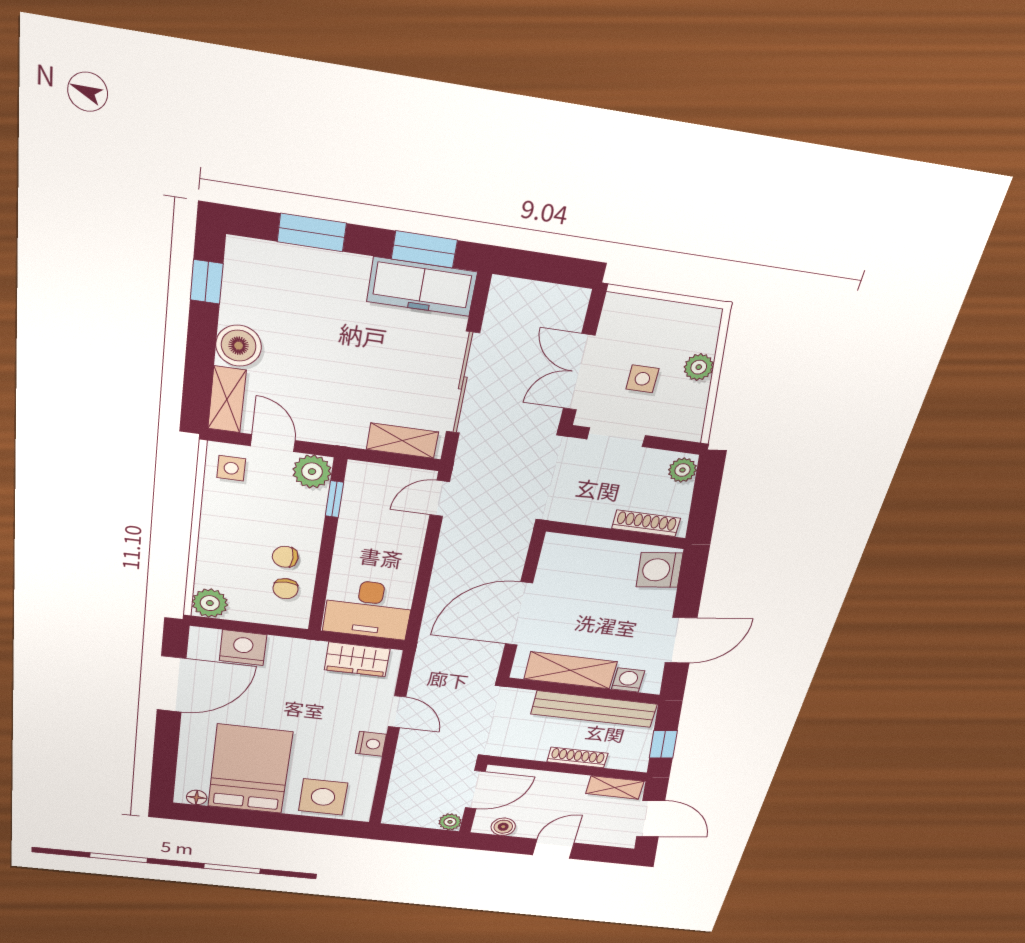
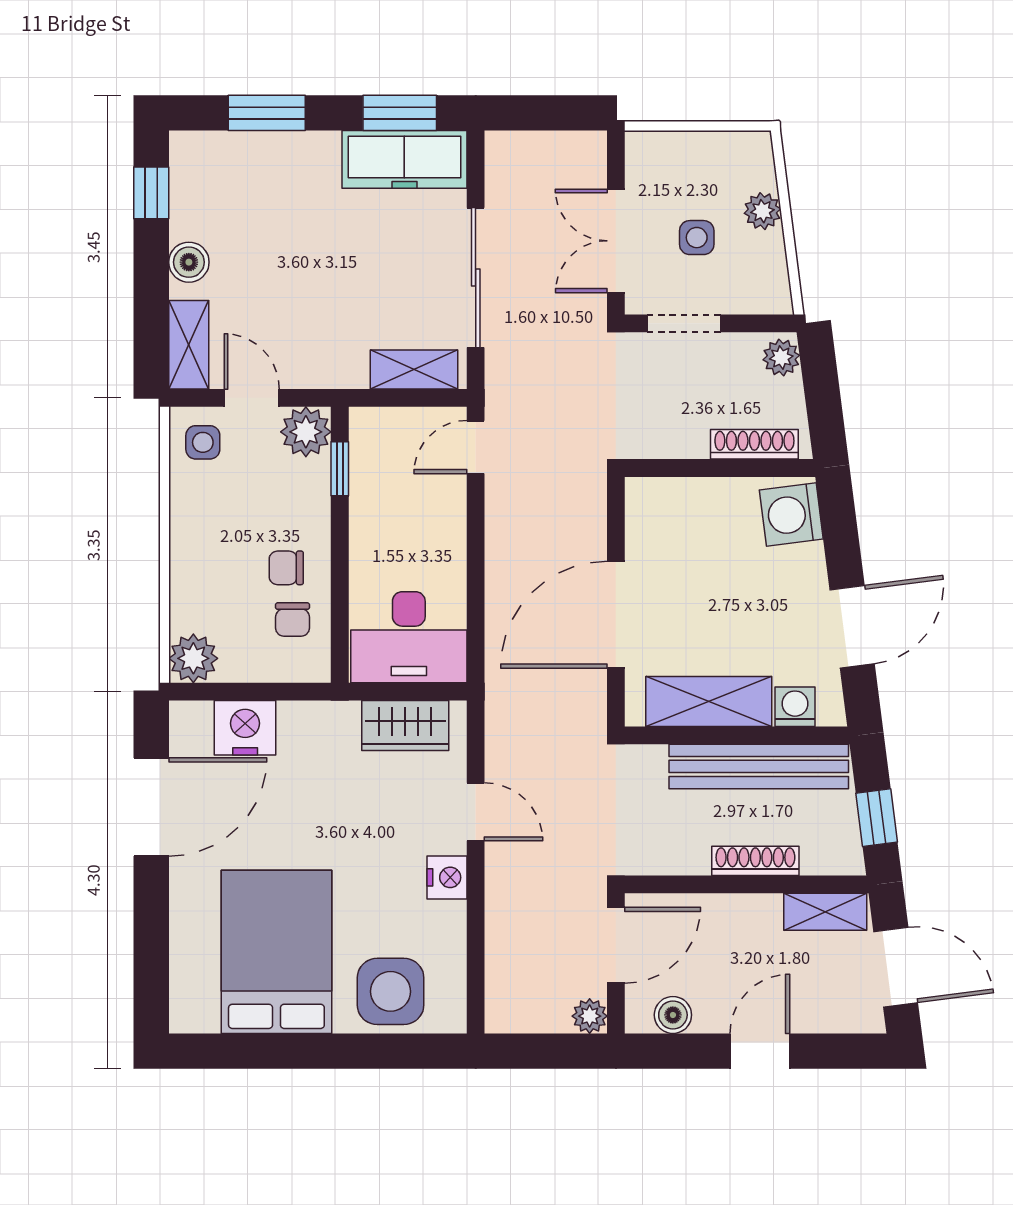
boiler: (239, 346) -> (189, 262), width x0.73, depth x0.73
floor lamp: (197, 797) -> (203, 1019), removed

